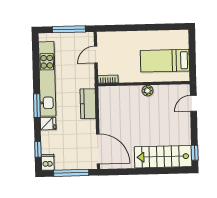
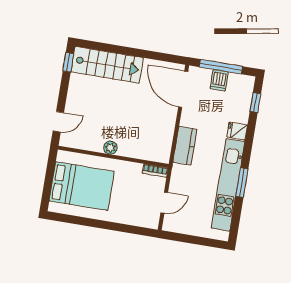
window: (69, 29) -> (190, 239), removed
bed: (165, 61) -> (82, 186), width x1.50
window: (37, 106) -> (242, 183), moved
dishwasher: (48, 162) -> (219, 80), moved

